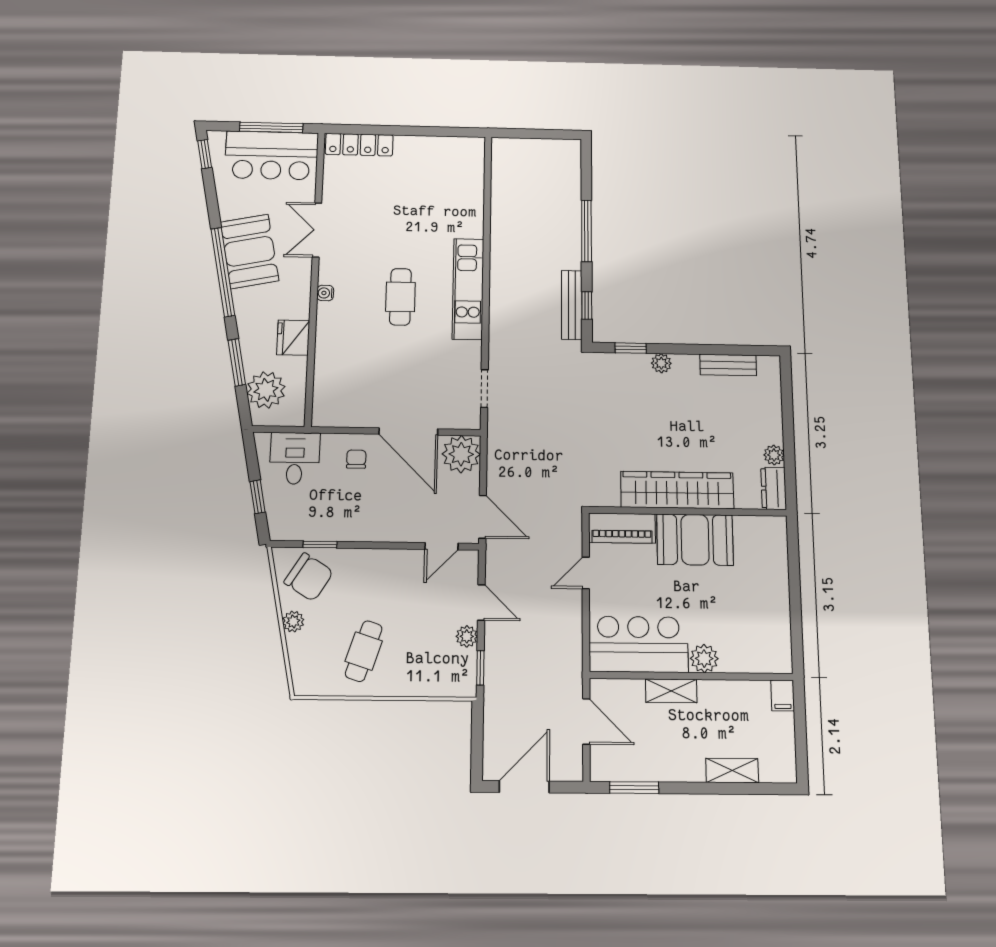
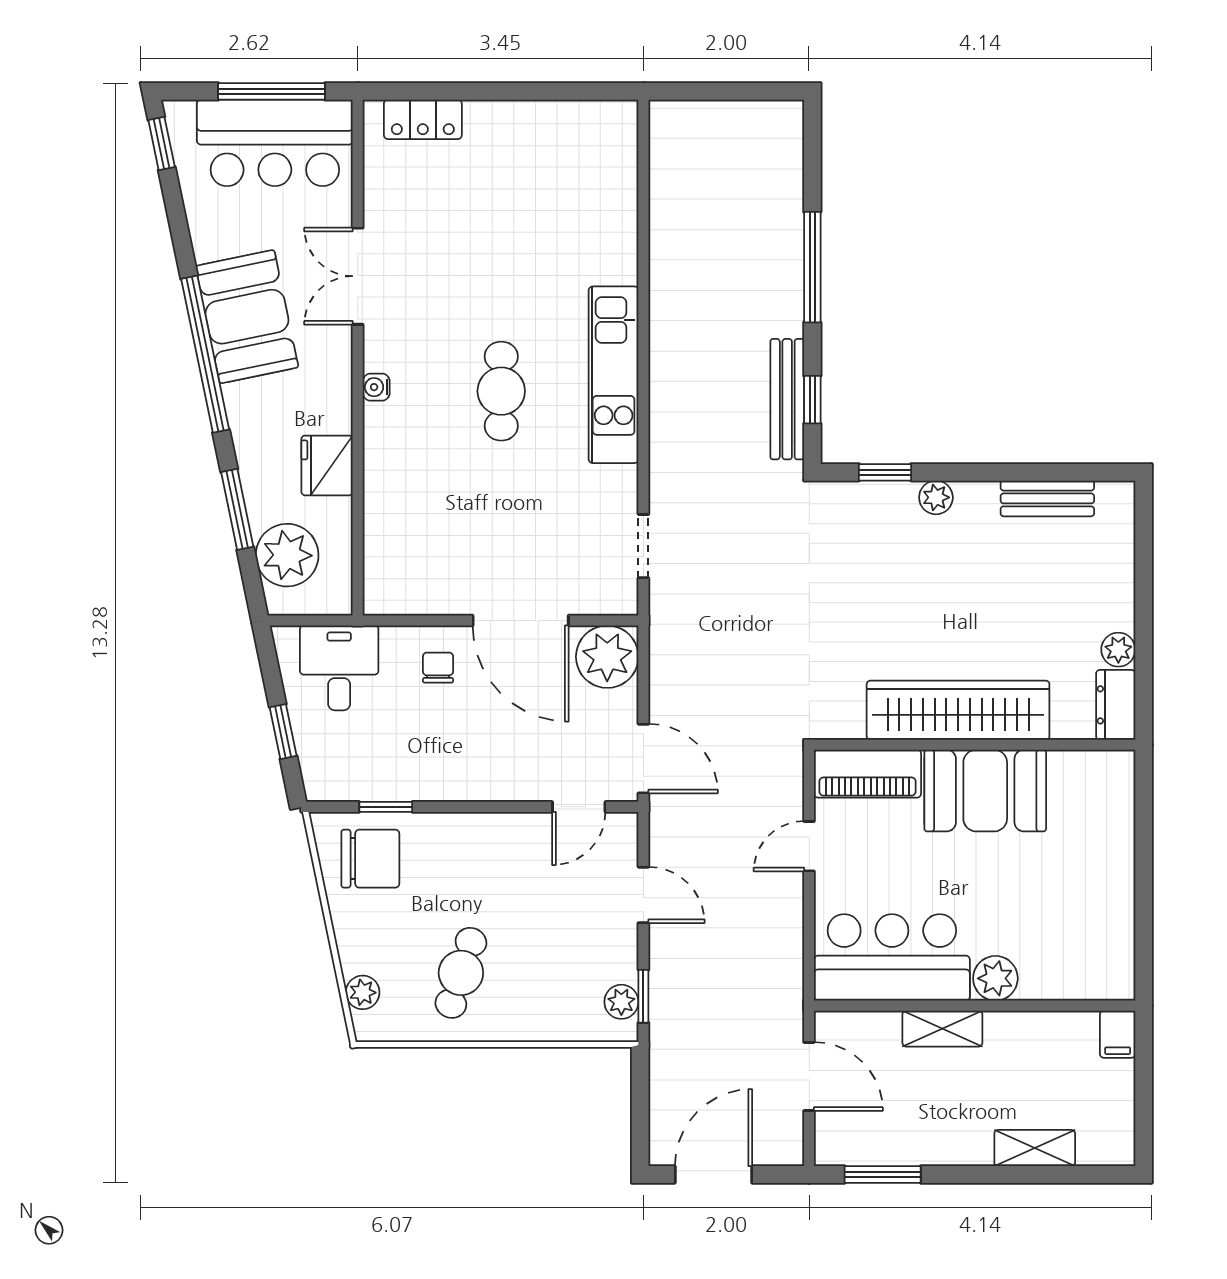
locker: (359, 145) -> (423, 119), width x0.66
chair: (309, 577) -> (370, 859), turned -32
plant: (293, 621) -> (363, 992), moved
plant: (467, 636) -> (621, 1002), moved

